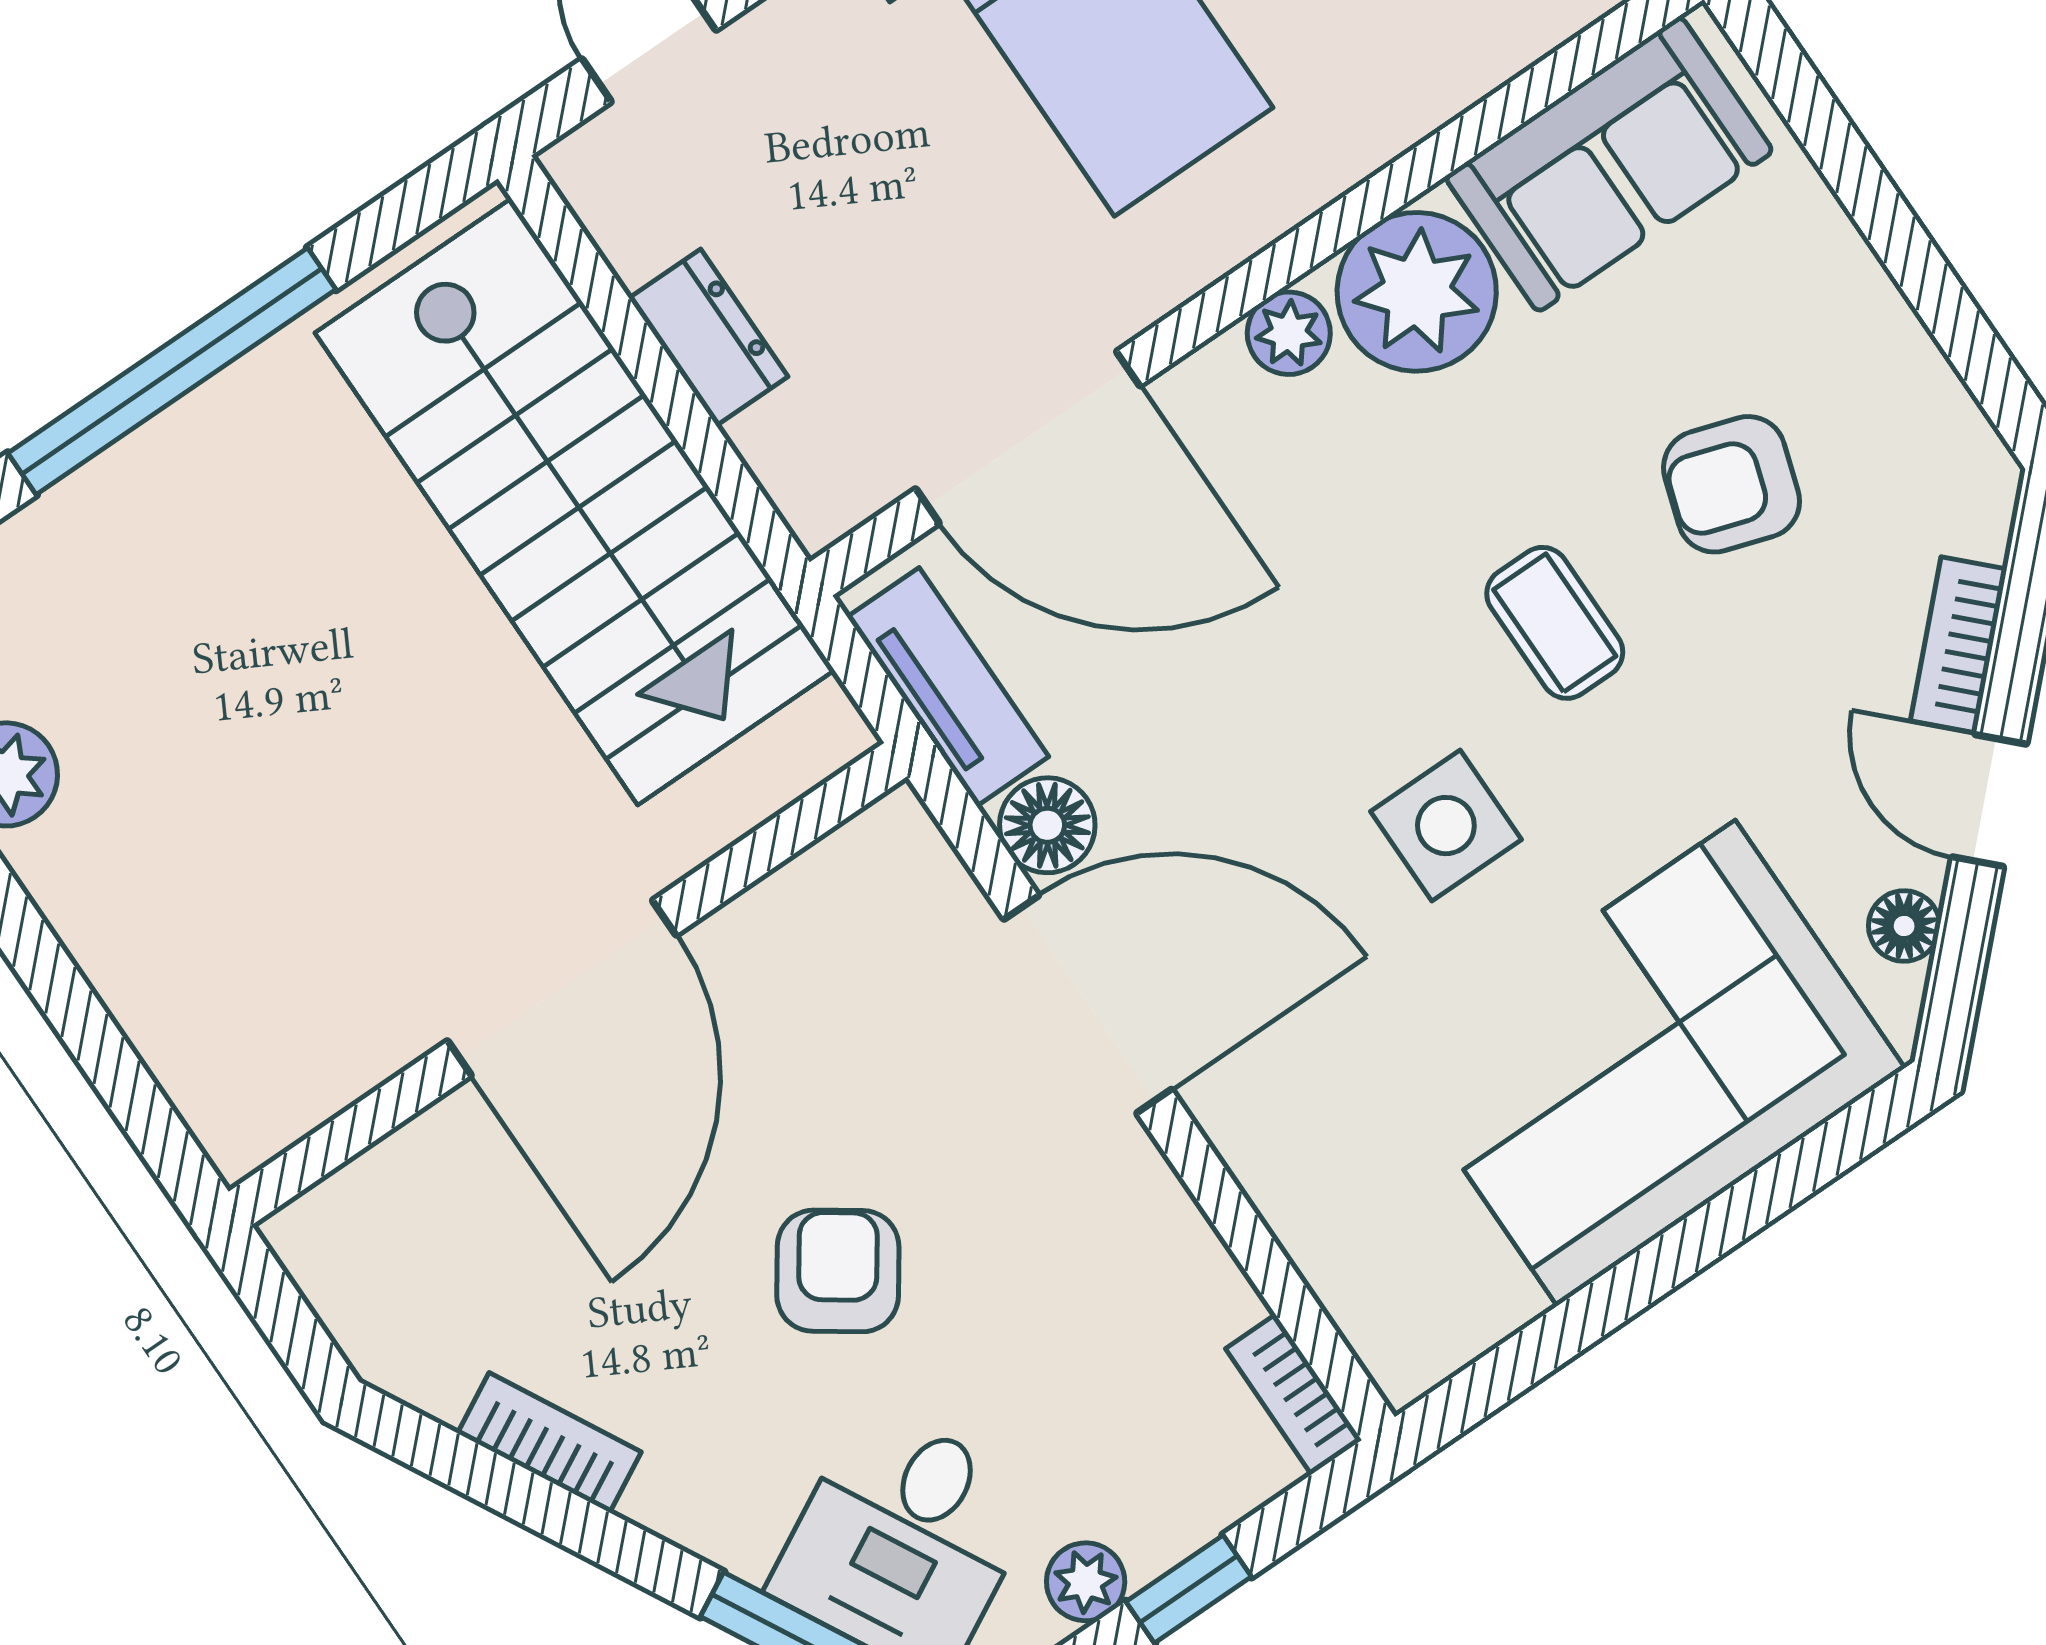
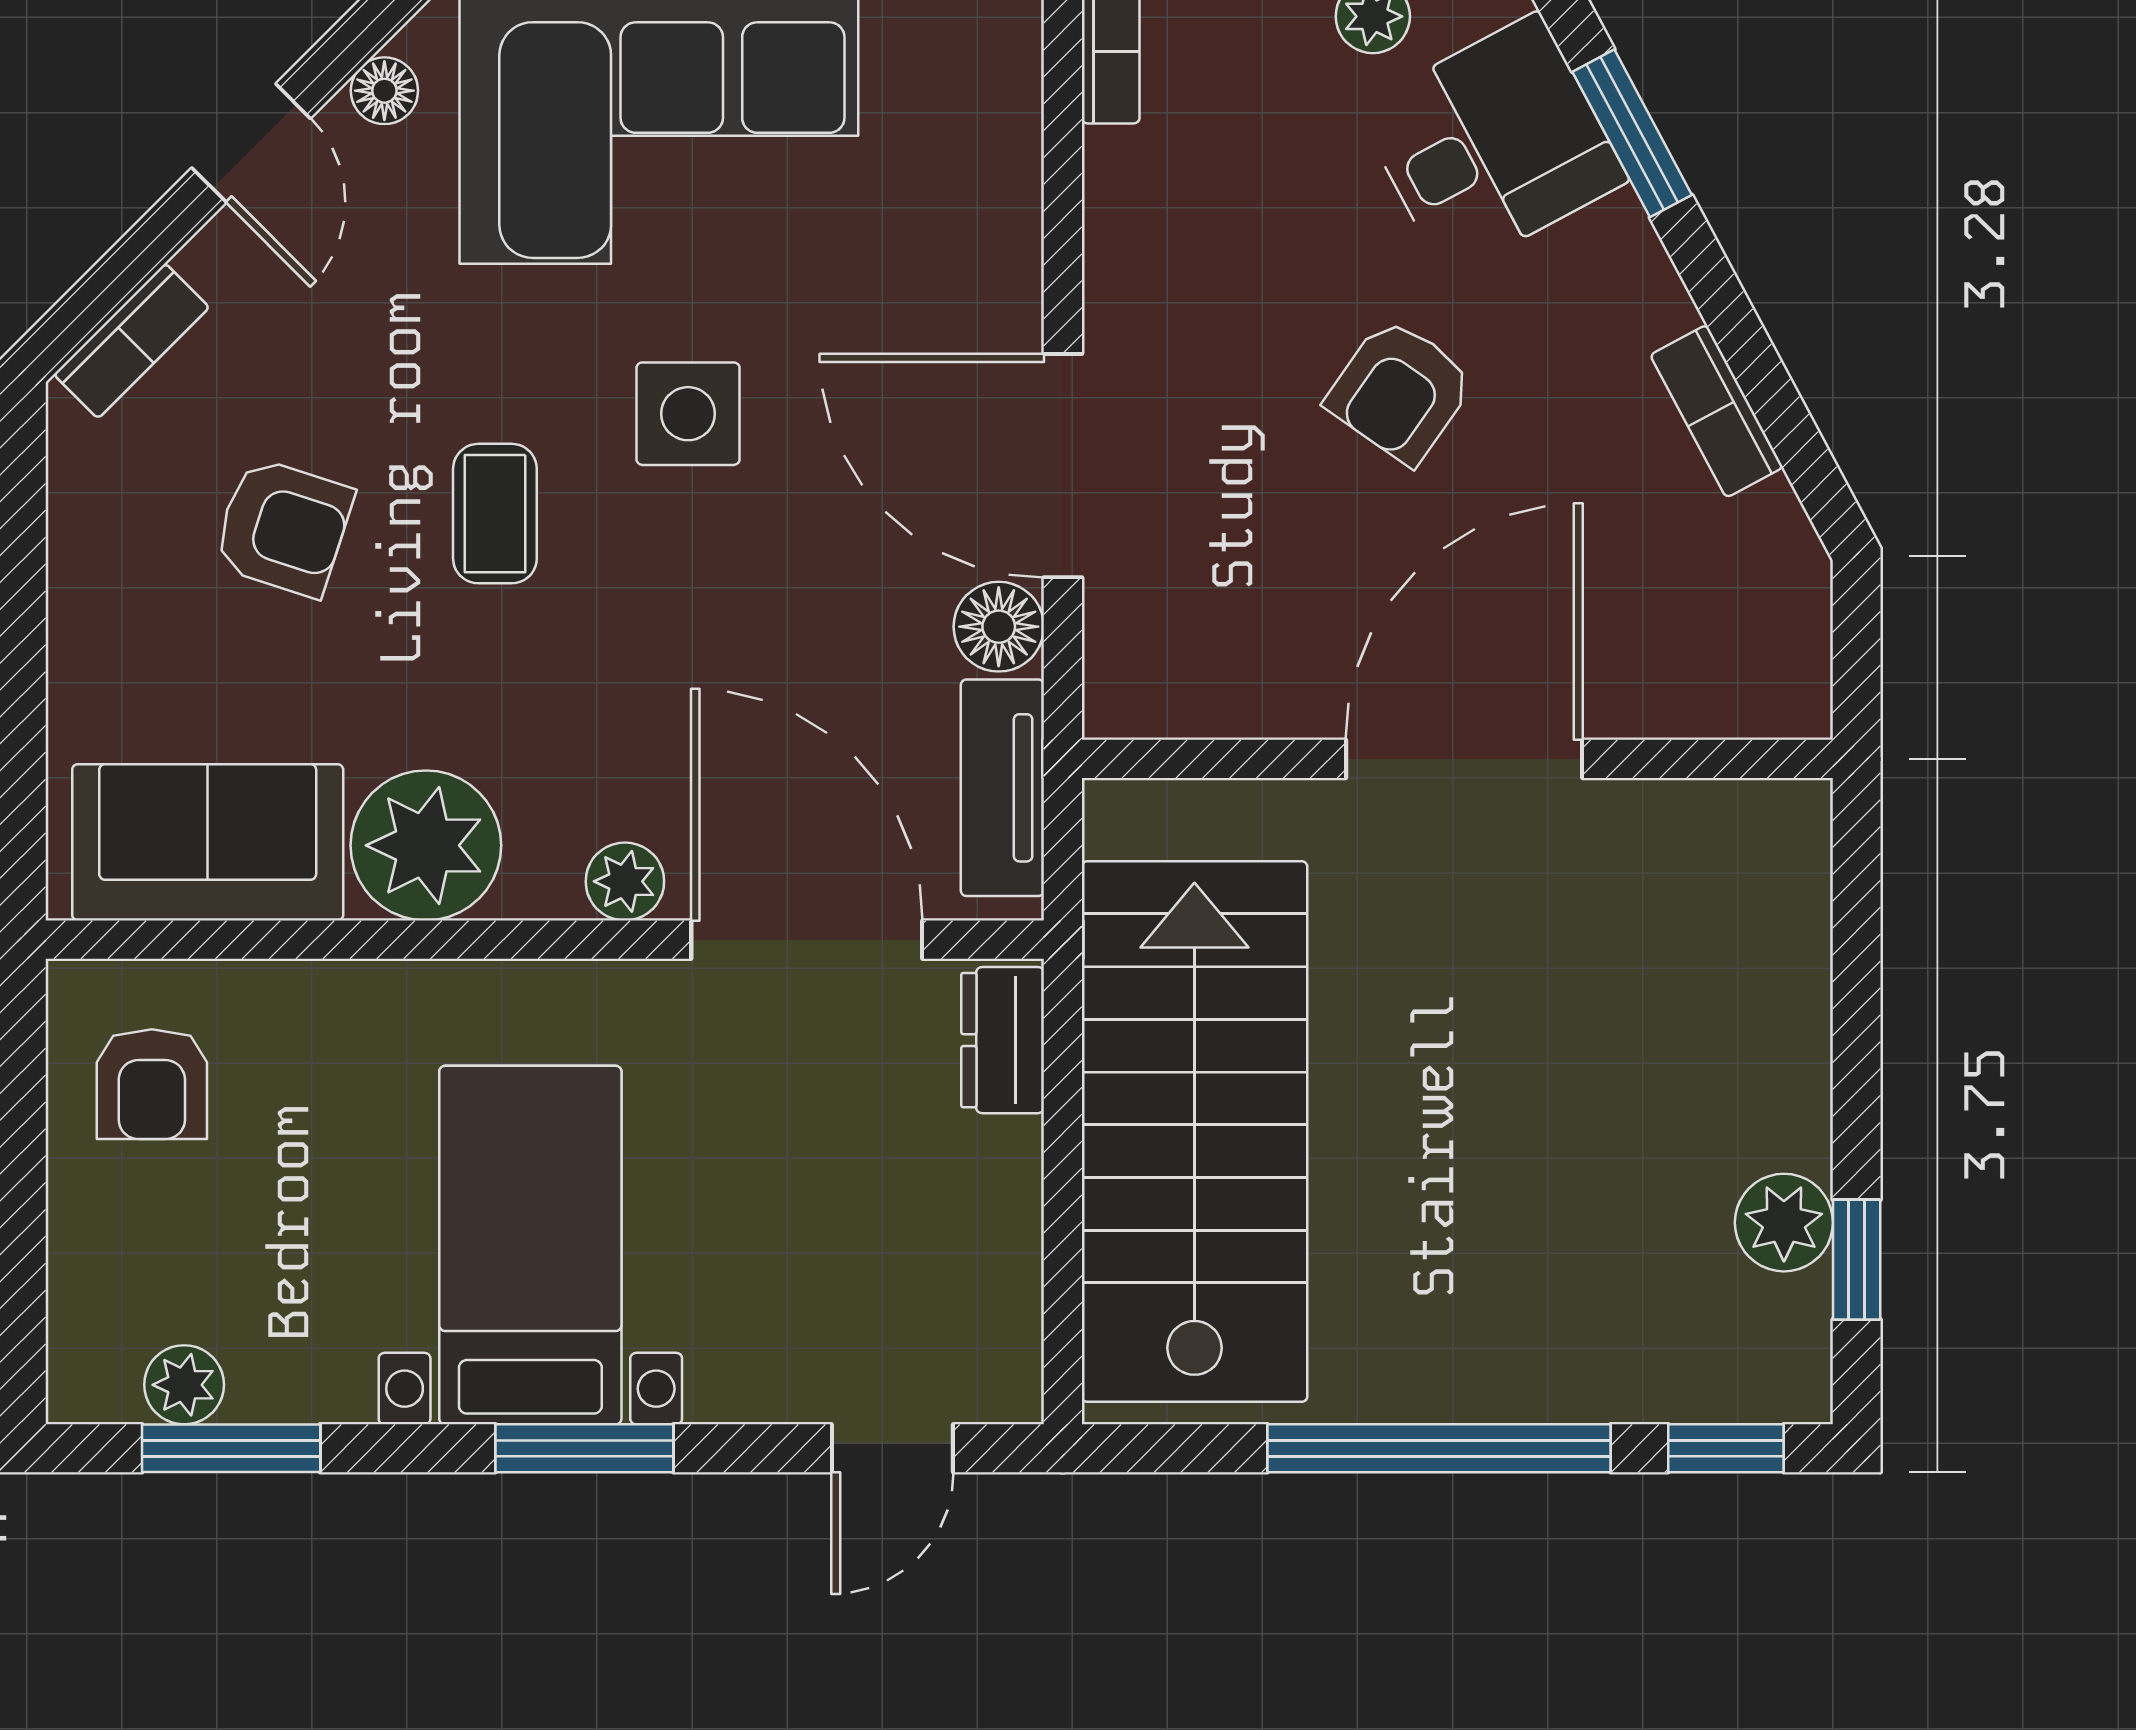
plant: (1289, 333) -> (625, 881), moved
dresser: (708, 337) -> (1003, 1040), moved
bookcase: (1959, 645) -> (132, 341), moved

